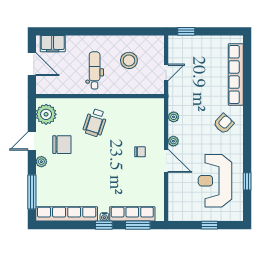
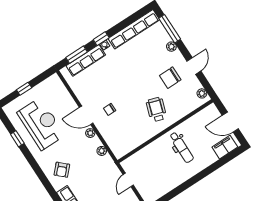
stool: (129, 60) -> (161, 171), removed
plant: (46, 114) -> (202, 93), width x0.53, depth x0.53
plant: (41, 162) -> (171, 47), moved

